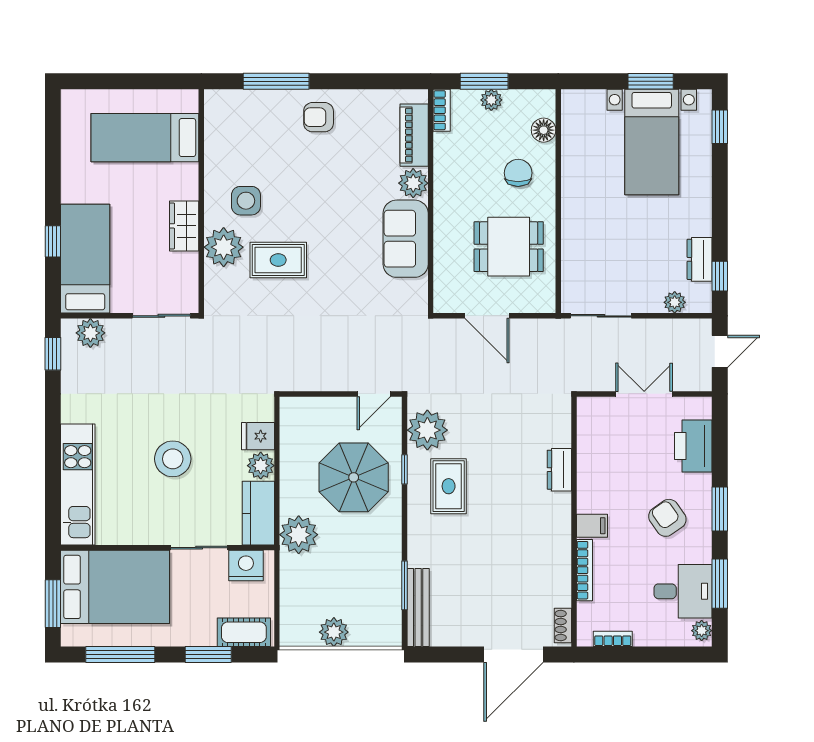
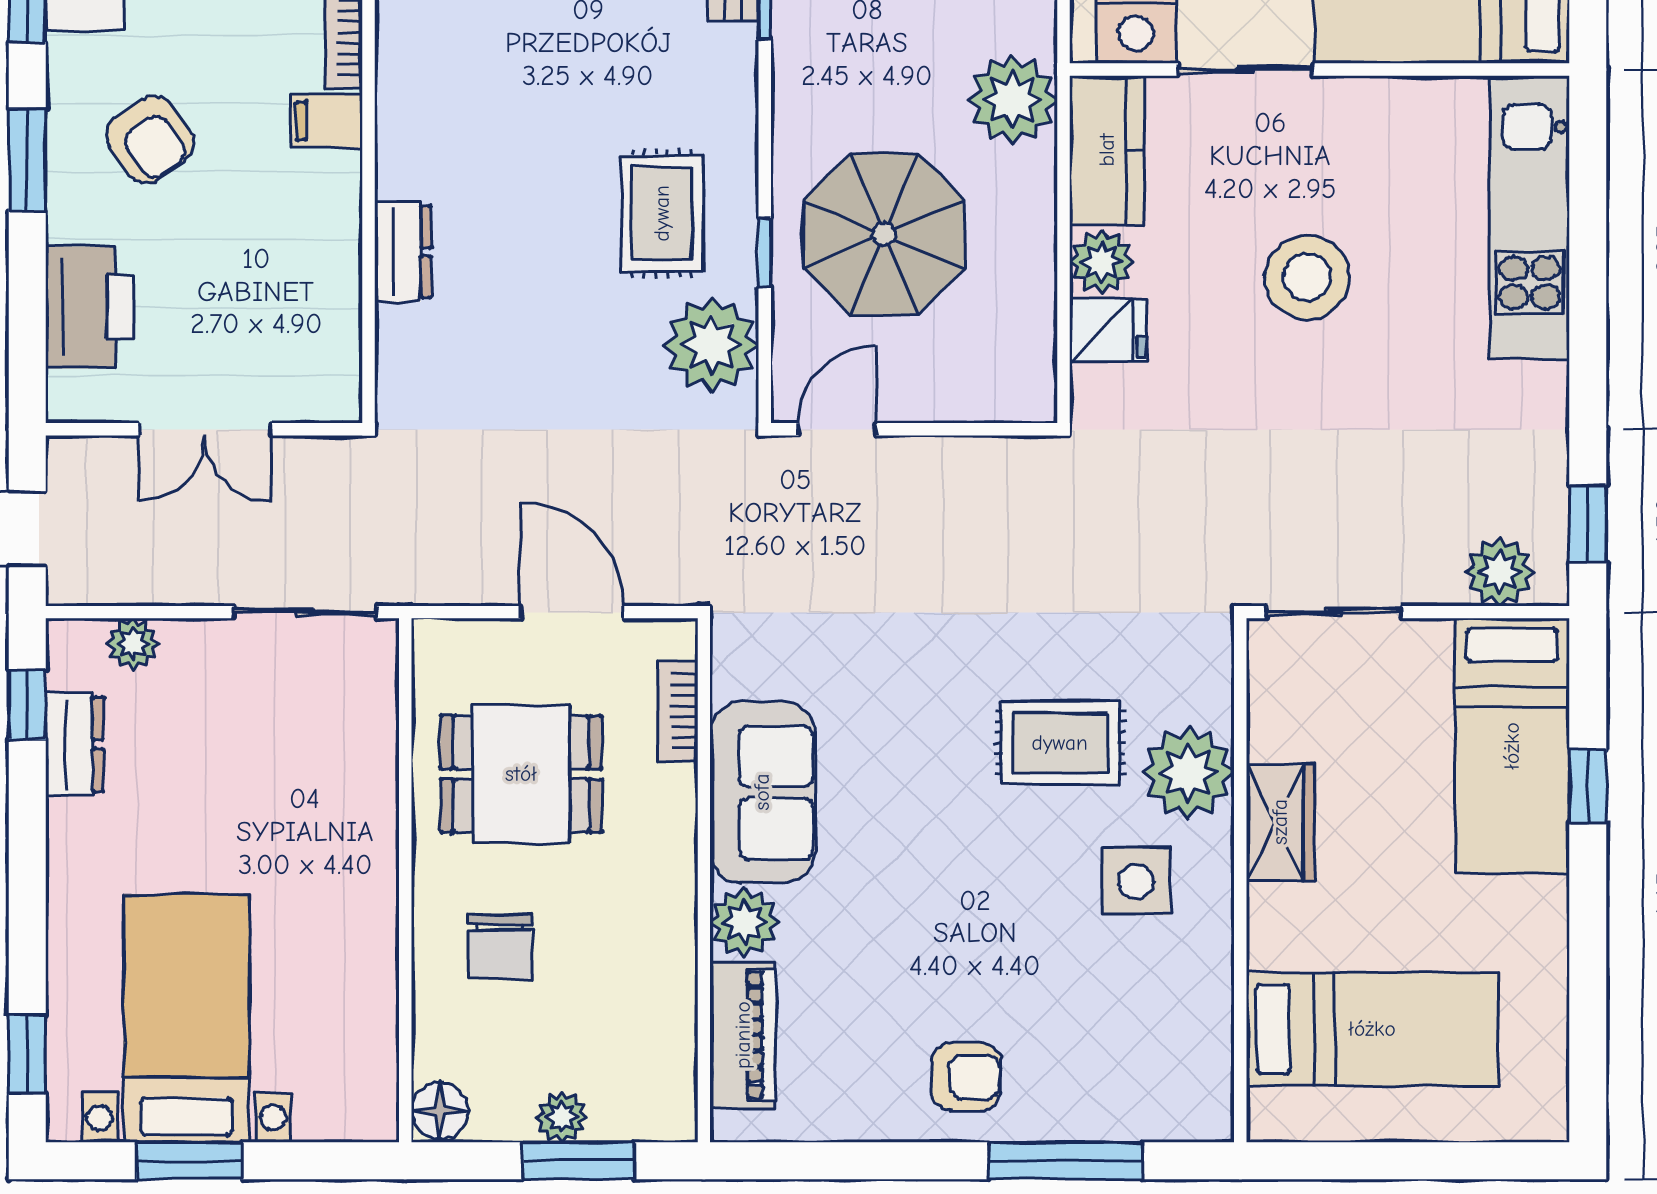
bookcase: (442, 110) -> (678, 711), moved
floor lamp: (544, 130) -> (440, 1111), moved

